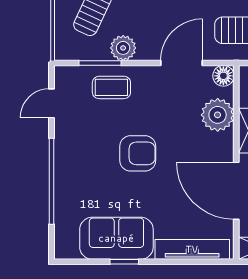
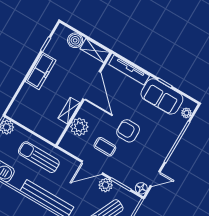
door: (181, 63) -> (92, 168), moved
floor lamp: (223, 76) -> (141, 188), moved
coffee table: (111, 87) -> (105, 147), moved
plant: (63, 235) -> (186, 113), added

